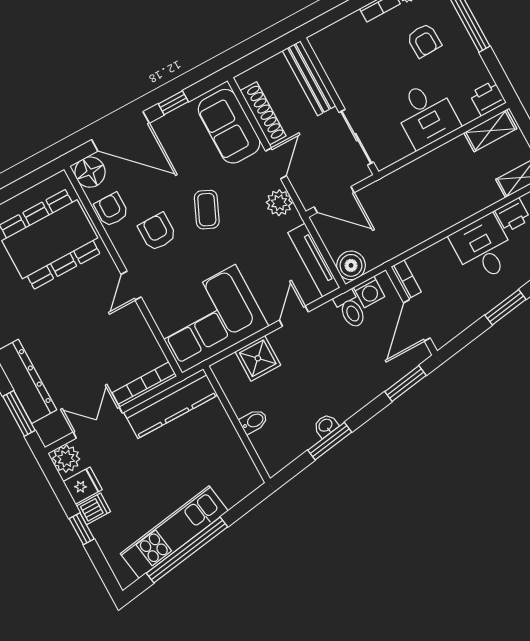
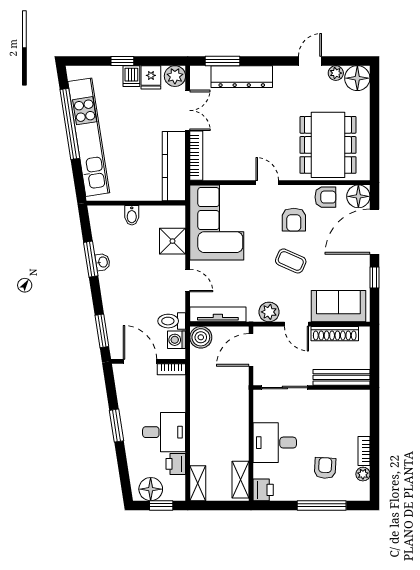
armchair: (424, 41) -> (325, 468), turned 95
armchair: (157, 232) -> (294, 220), turned 90
kitchen unit: (174, 532) -> (89, 137), width x1.36

